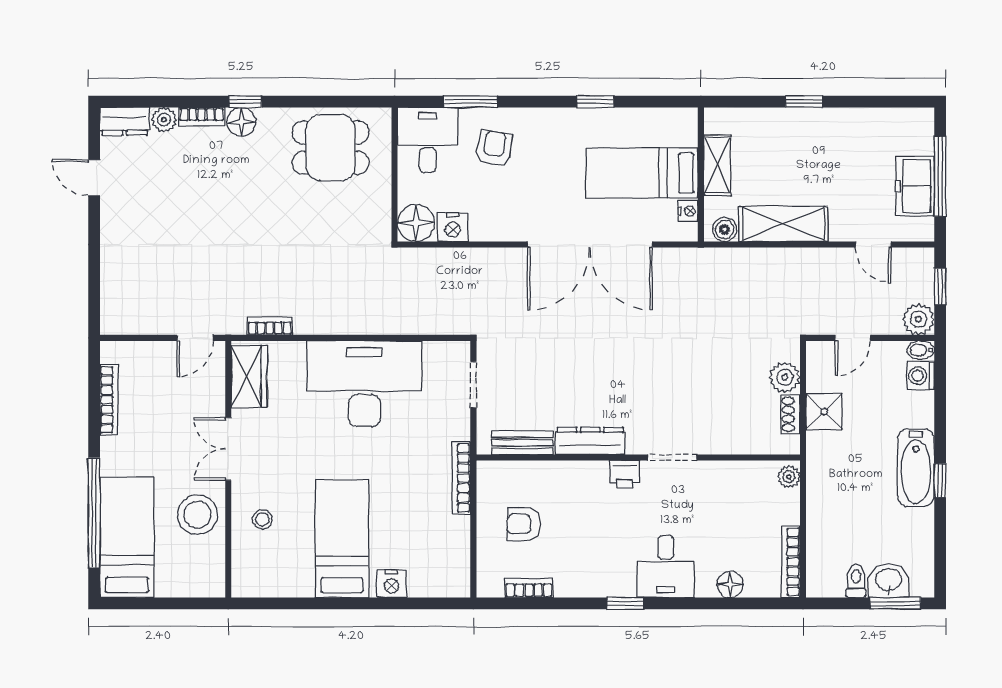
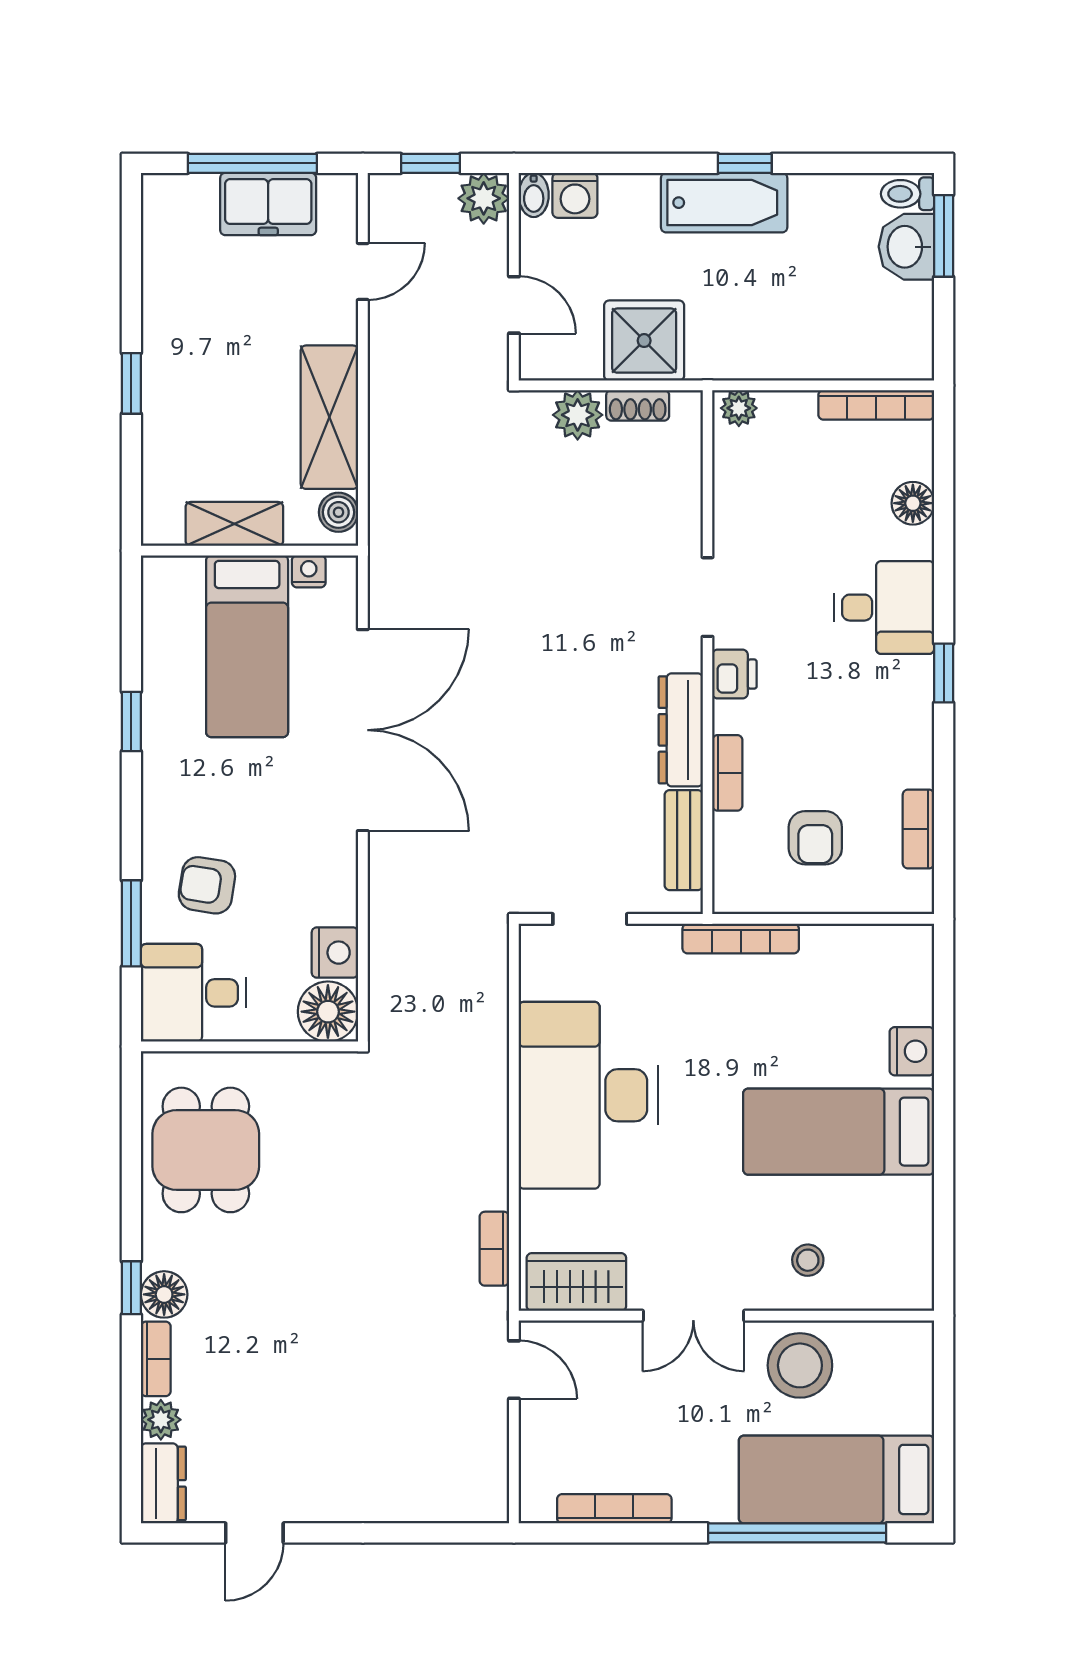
shower: (824, 412) -> (644, 341), width x1.36, depth x1.36
bookcase: (564, 470) -> (727, 773), added
toilet: (856, 581) -> (908, 194), moved

